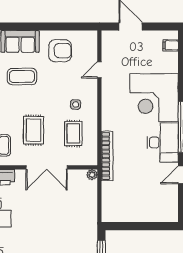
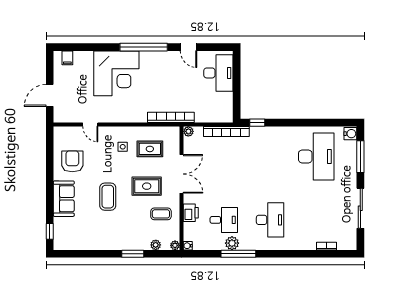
coffee table: (22, 77) -> (108, 197), moved
desk: (163, 142) -> (218, 73), moved, turned 90
bookcase: (92, 215) -> (226, 131), added

